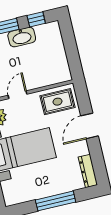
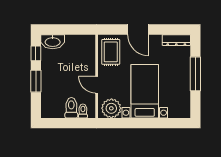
washbasin: (22, 37) -> (53, 42), moved, turned 90

